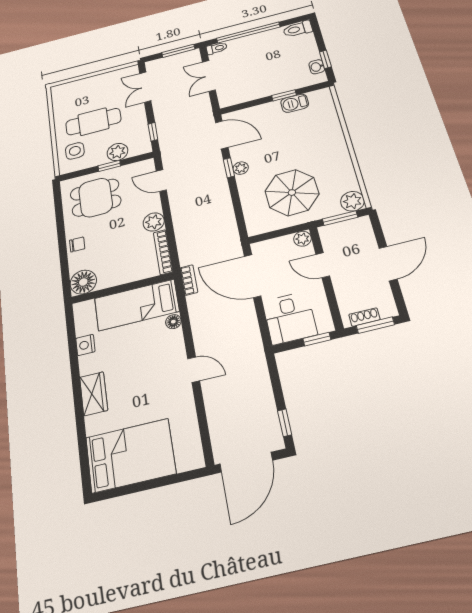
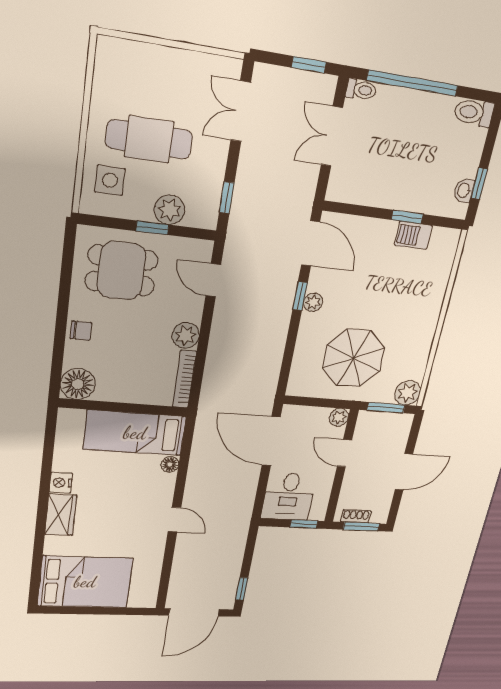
window: (178, 51) -> (309, 65), width x0.67
bookcase: (189, 280) -> (203, 423), removed
nightstand: (85, 345) -> (61, 483), moved

